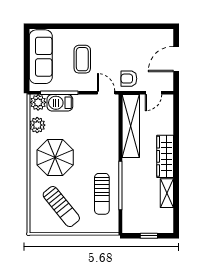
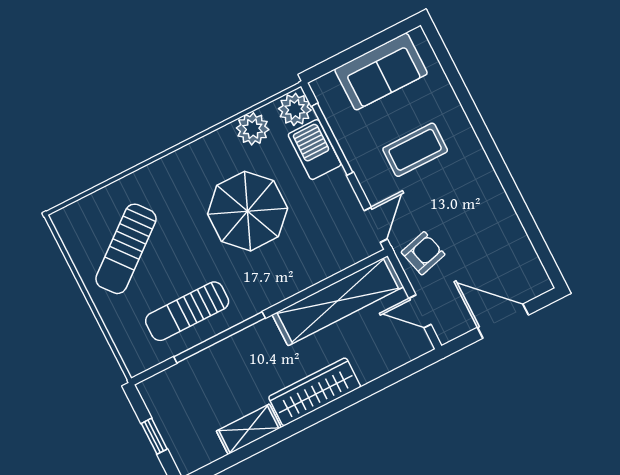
sofa: (41, 57) -> (381, 72), width x0.73
armchair: (129, 79) -> (423, 253), turned 75
parasol: (55, 157) -> (248, 211), moved

